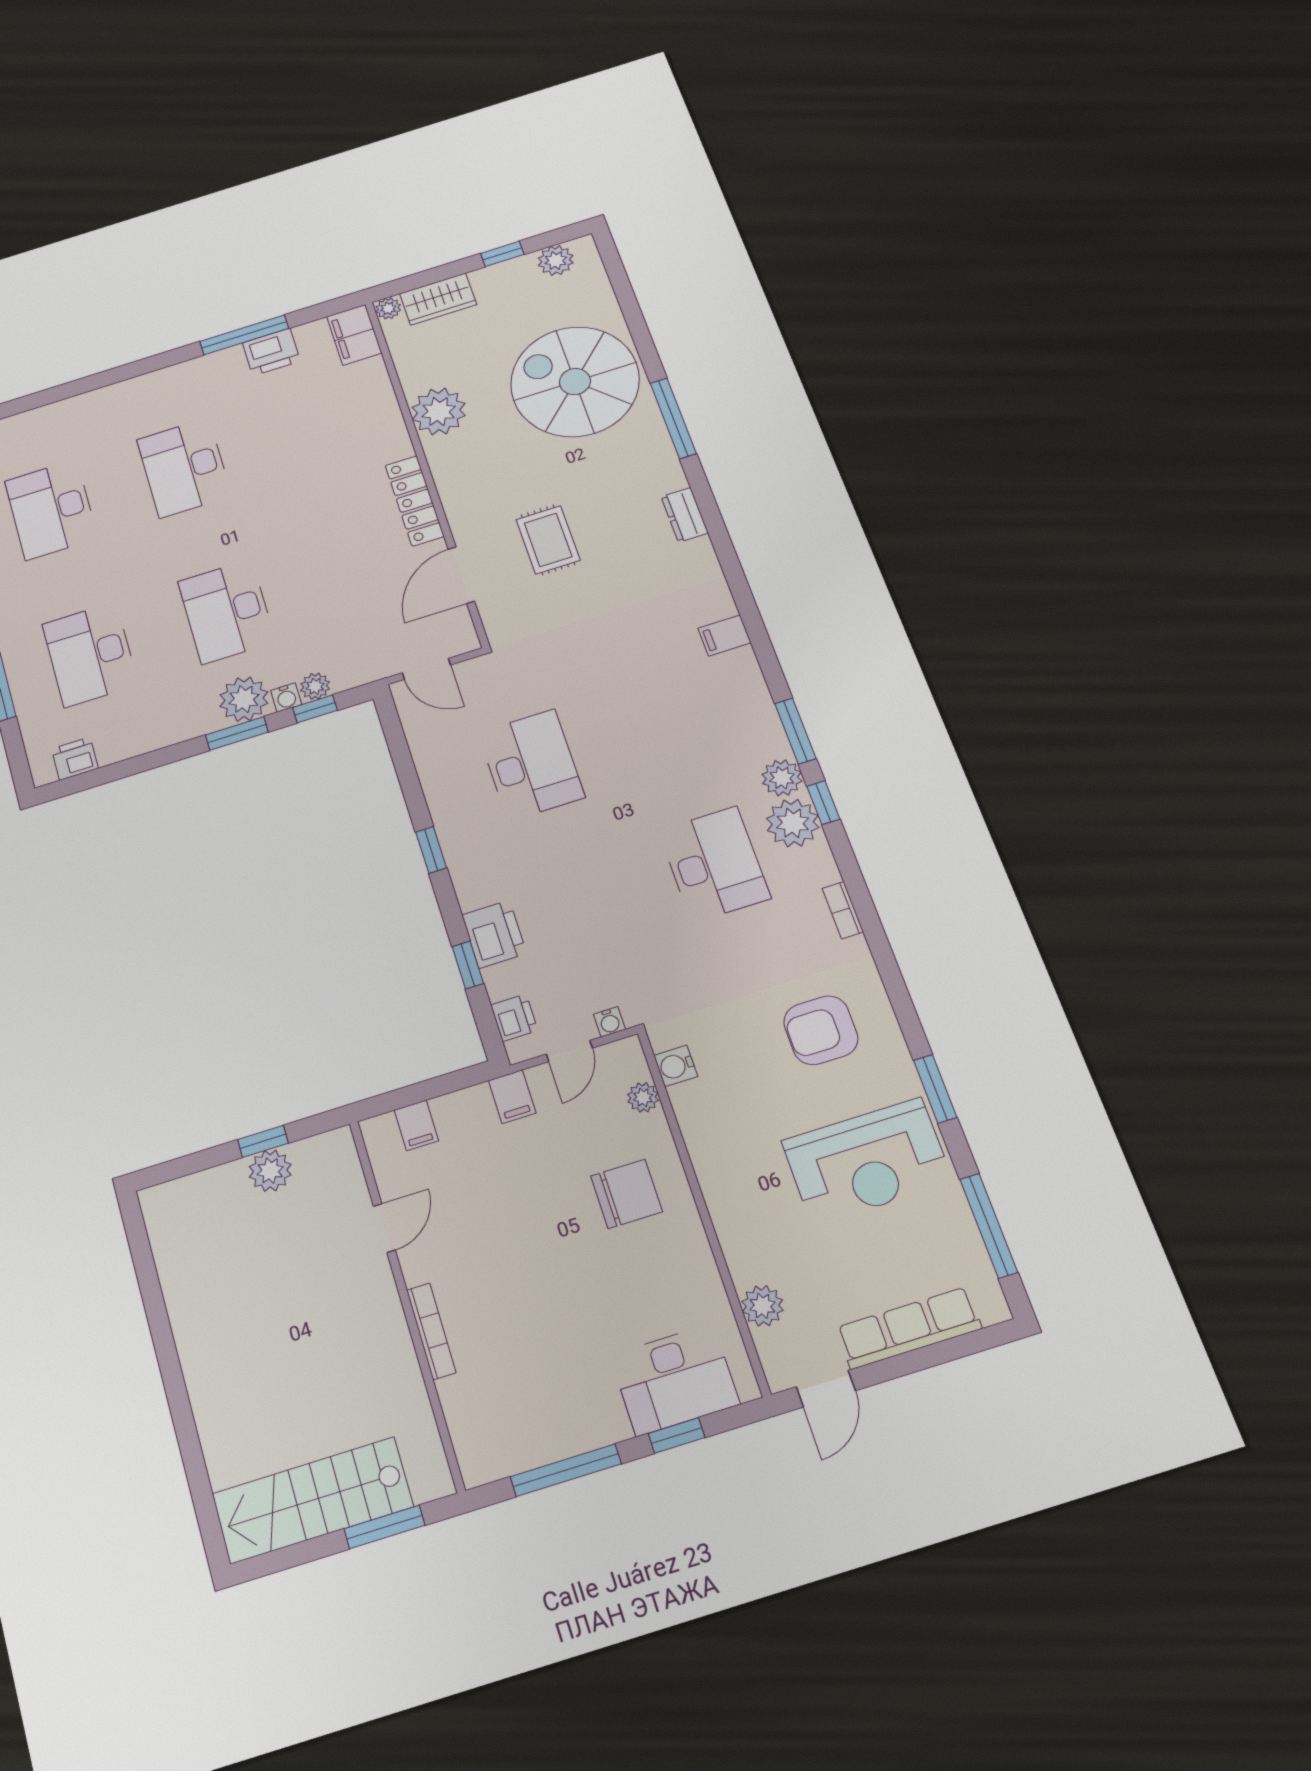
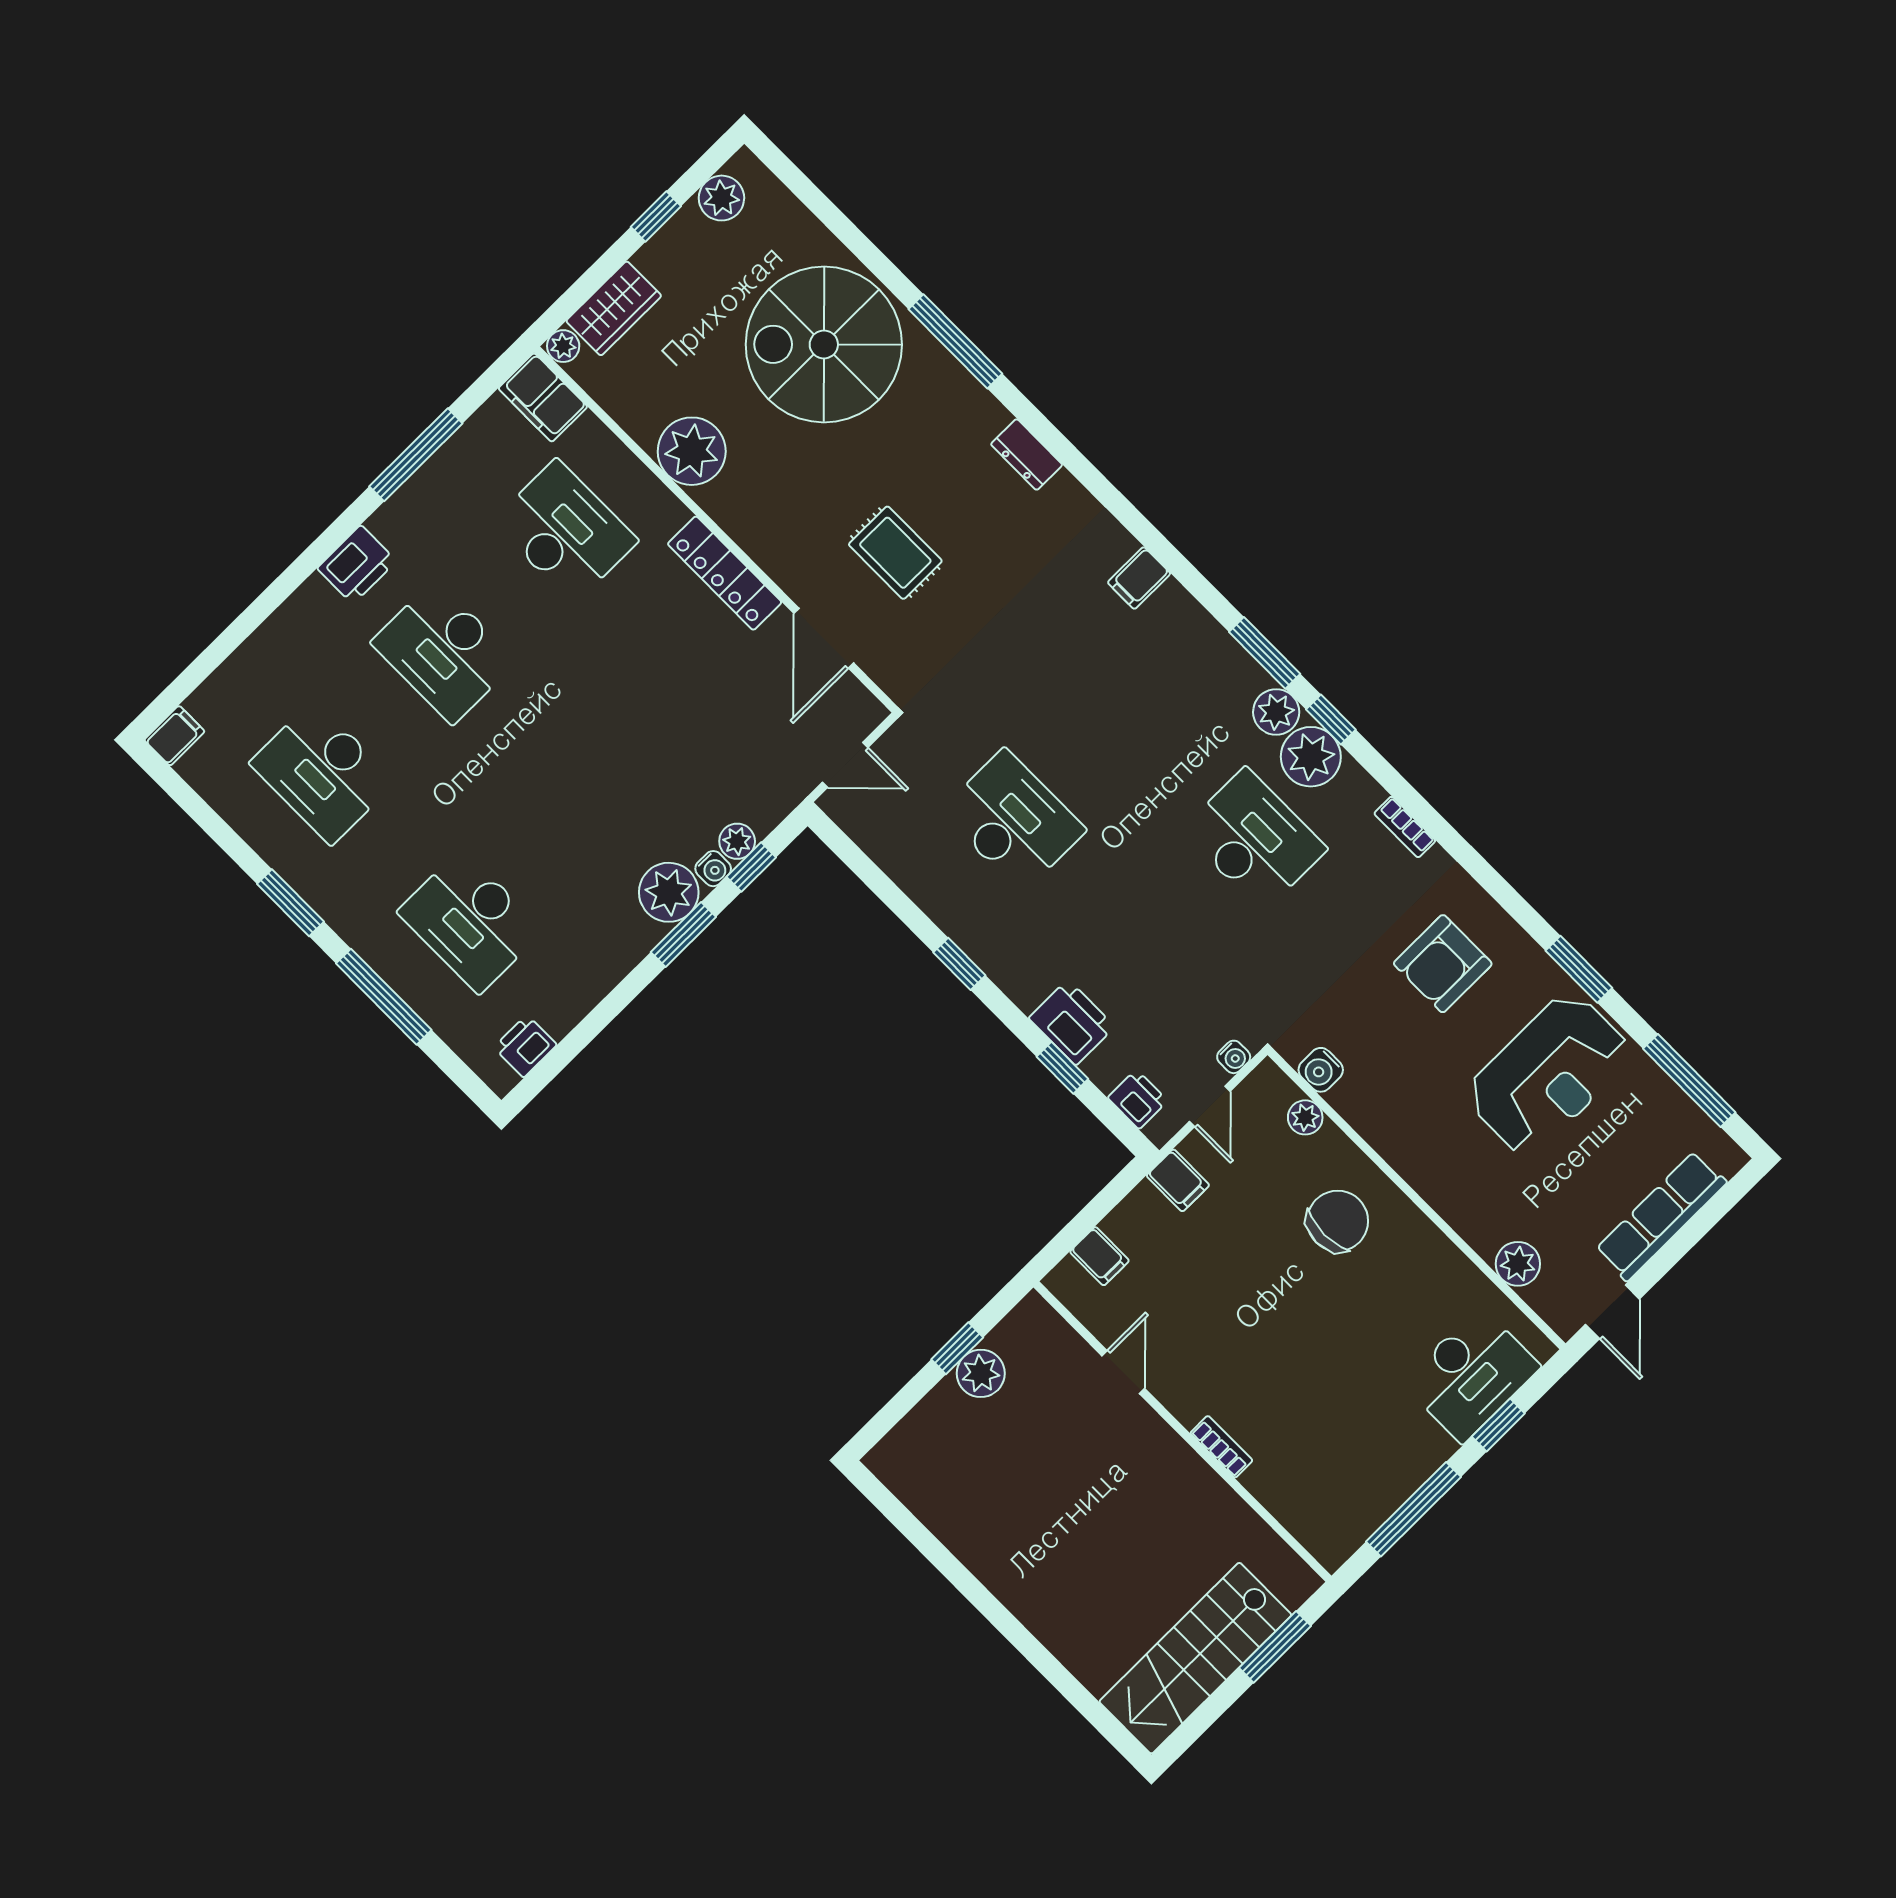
printer: (271, 352) -> (357, 565), moved
desk: (227, 611) -> (565, 531), moved, turned 180
bookcase: (431, 1331) -> (1221, 1447), width x0.64

